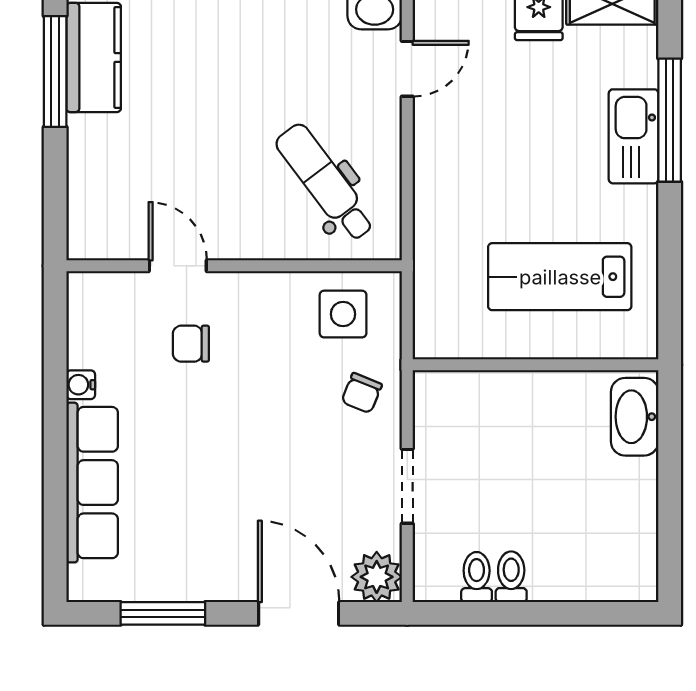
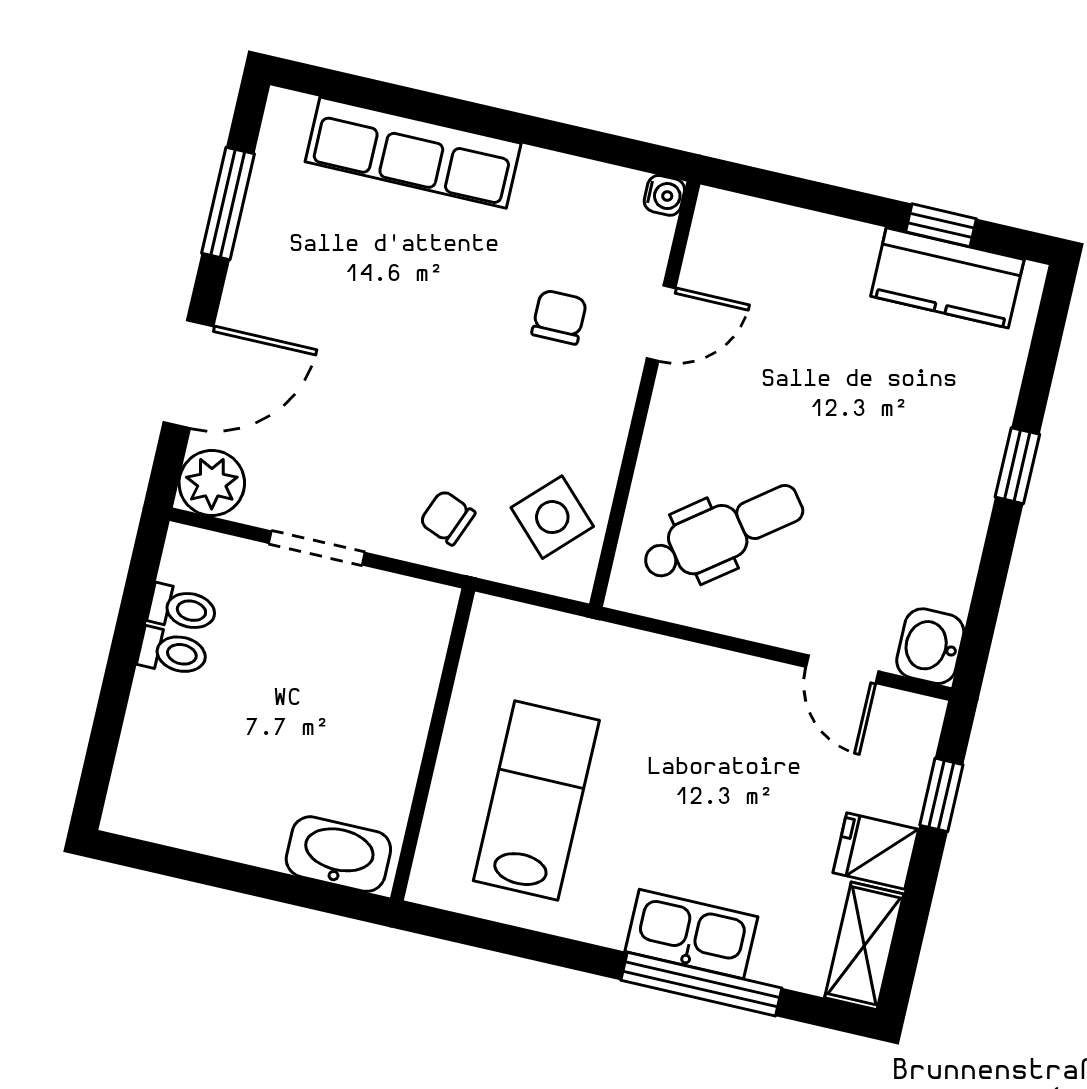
window: (55, 71) -> (941, 225), width x0.46
side table: (343, 314) -> (552, 517), turned 45
water cooler: (81, 385) -> (664, 195), moved, turned 90

